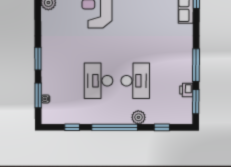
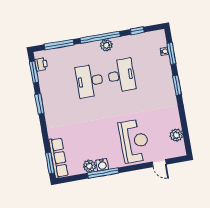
window: (196, 65) -> (40, 104), width x0.69
printer: (186, 90) -> (41, 64), moved
plant: (138, 117) -> (106, 45), moved
window: (162, 127) -> (59, 45), width x2.17

